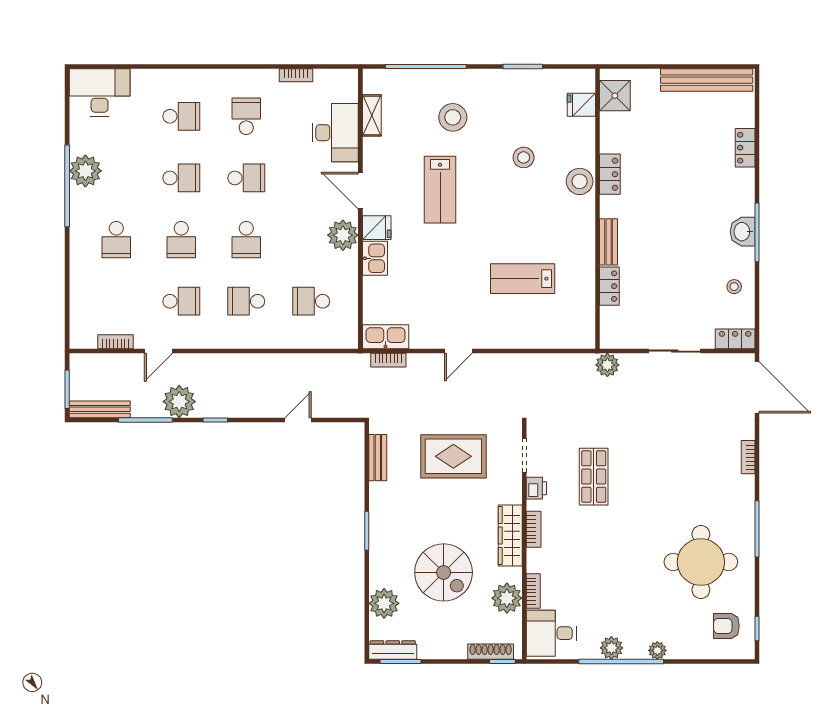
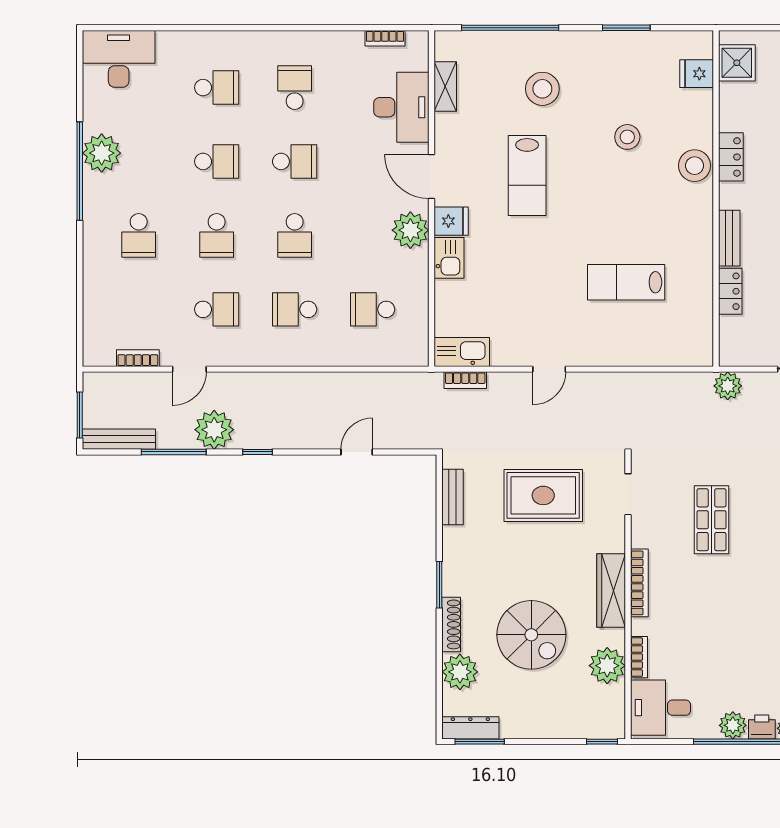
bookcase: (296, 75) -> (385, 38), moved
printer: (536, 488) -> (762, 727), moved, turned -90
bookcase: (534, 529) -> (639, 583), width x1.56
shoe rack: (491, 652) -> (451, 624), moved, turned 90

